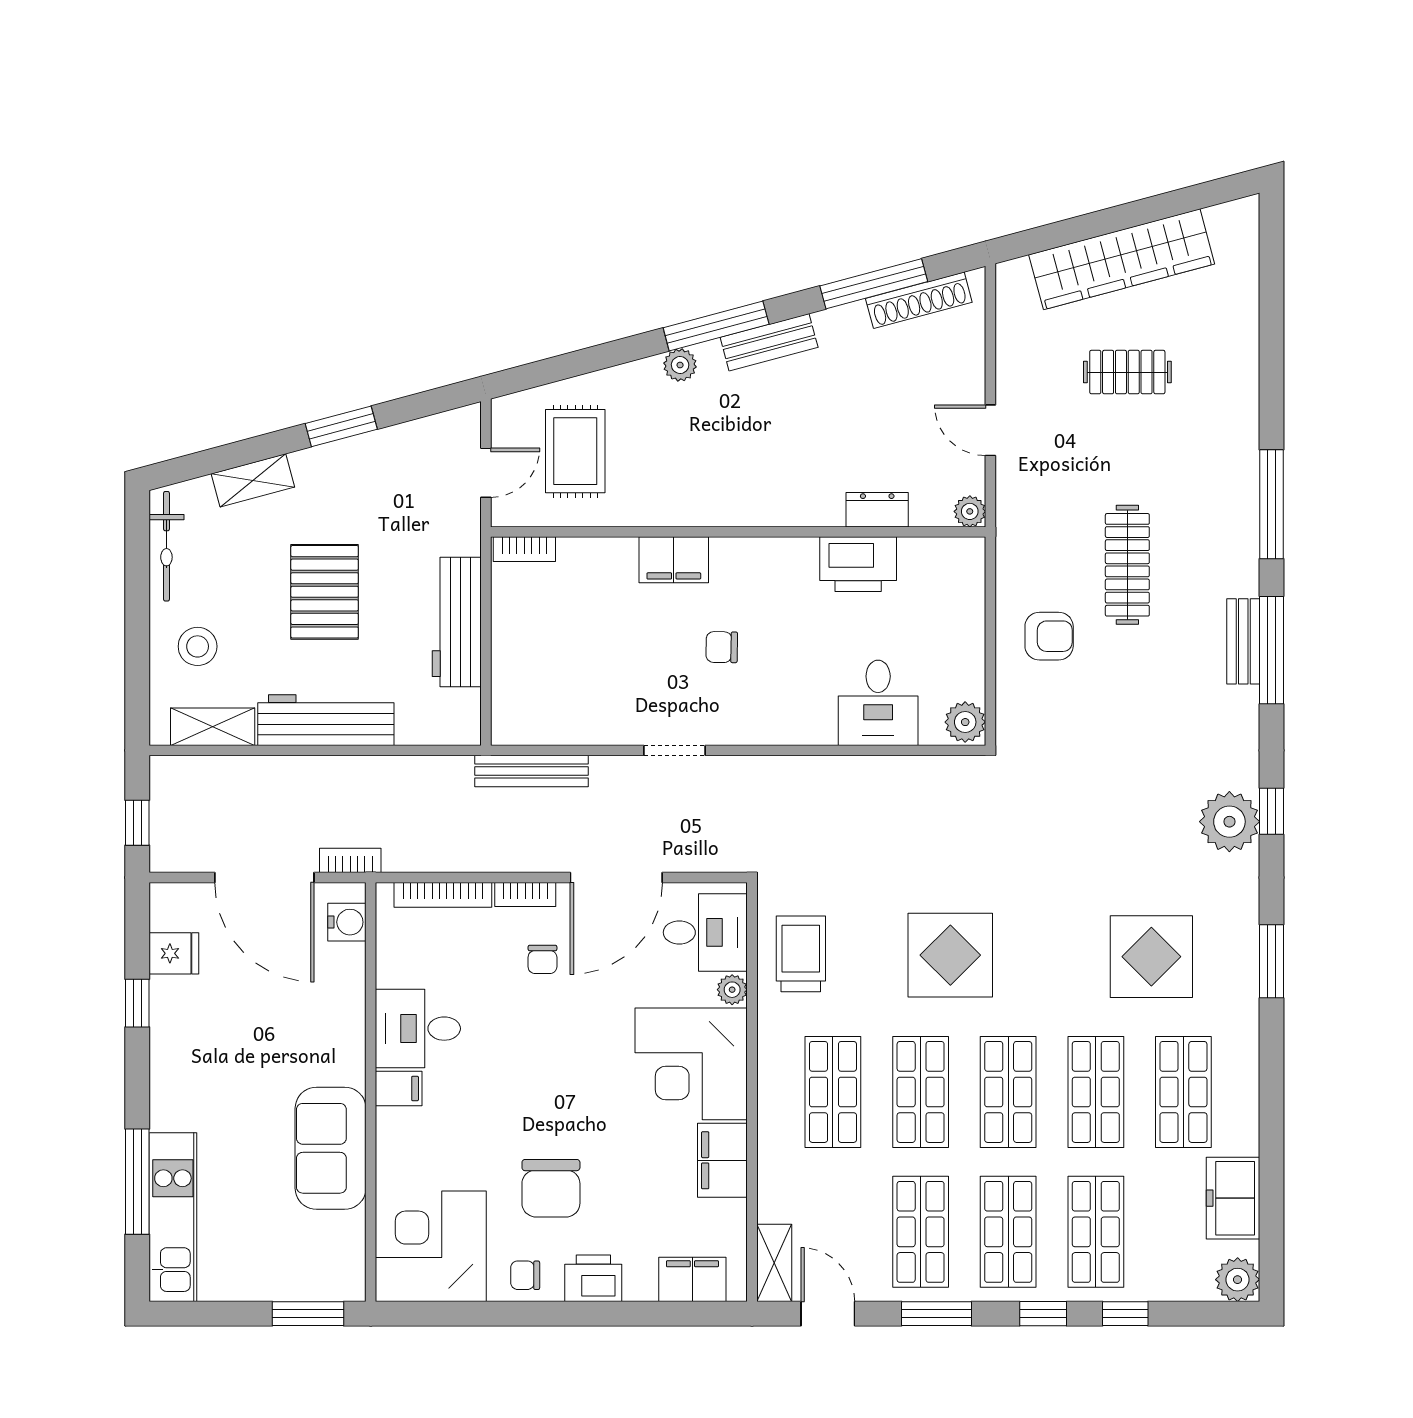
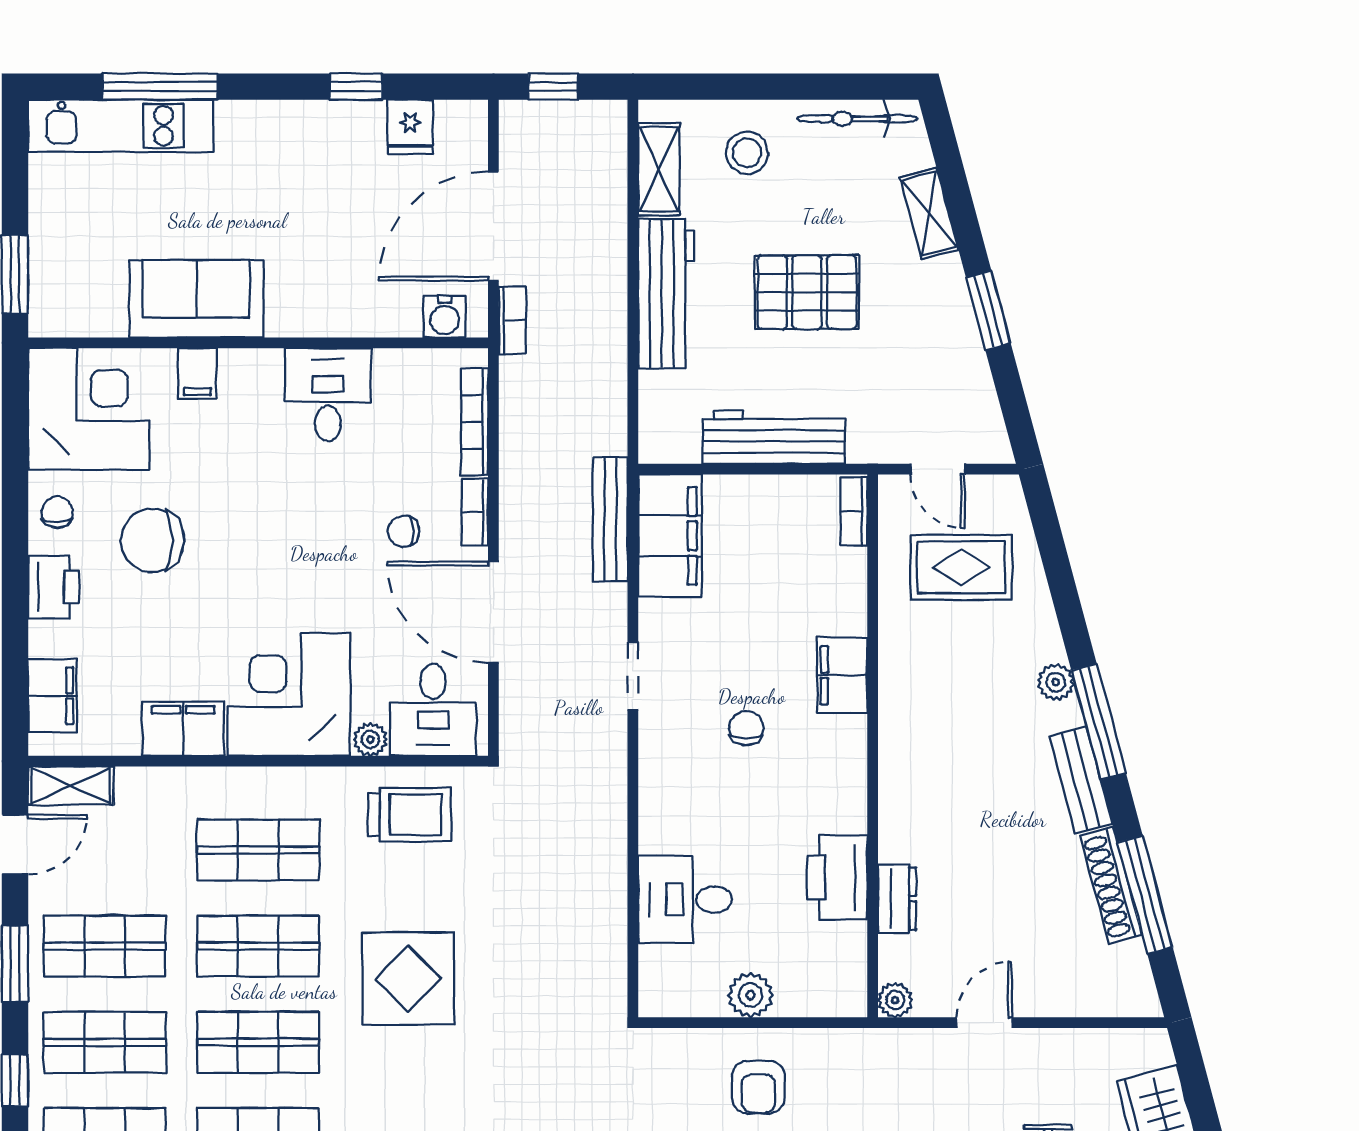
shoe rack: (919, 300) -> (1111, 886), moved
filing cabinet: (547, 717) -> (670, 536), added
plant: (965, 722) -> (751, 995), moved
filing cabinet: (399, 1088) -> (197, 374), moved

